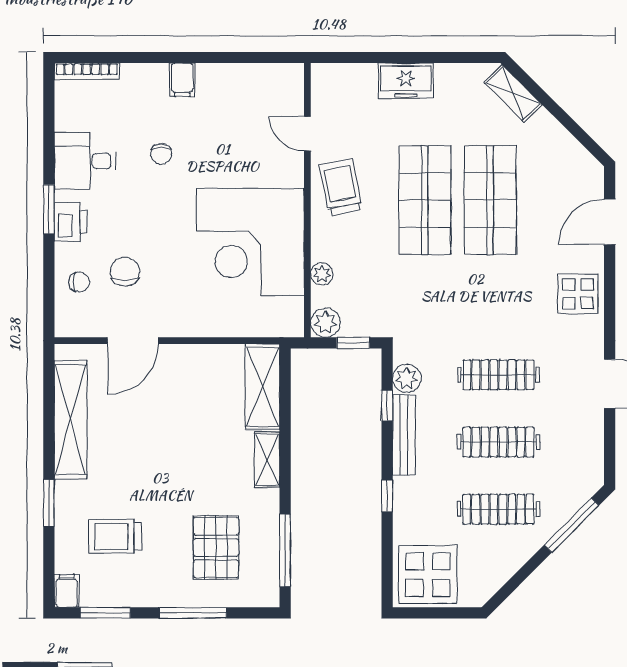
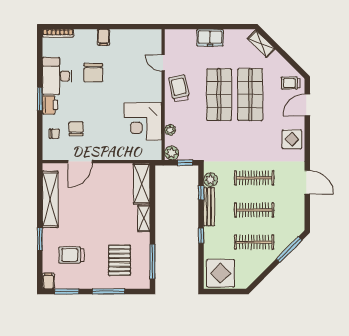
chair: (161, 154) -> (93, 73), width x1.87, depth x1.87
desk: (85, 161) -> (57, 76), width x1.37
trolley: (575, 176) -> (291, 83), added
corner desk: (250, 242) -> (143, 121), width x0.74, depth x0.74

